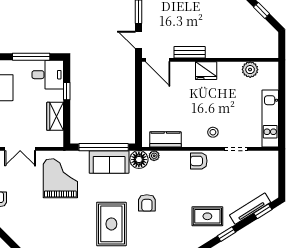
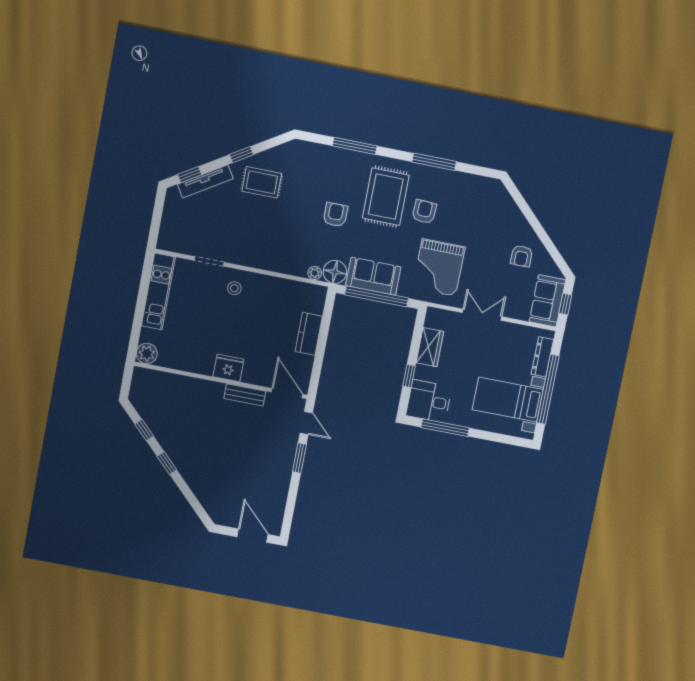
plant: (250, 70) -> (147, 354), moved
kitchen counter: (165, 139) -> (309, 334), moved, turned 90
armchair: (199, 161) -> (424, 212), moved, turned -87

